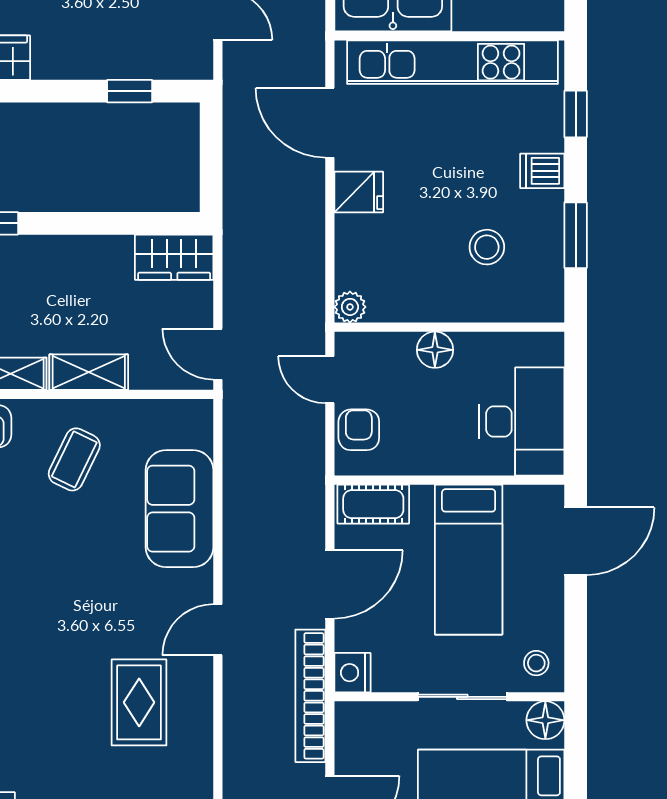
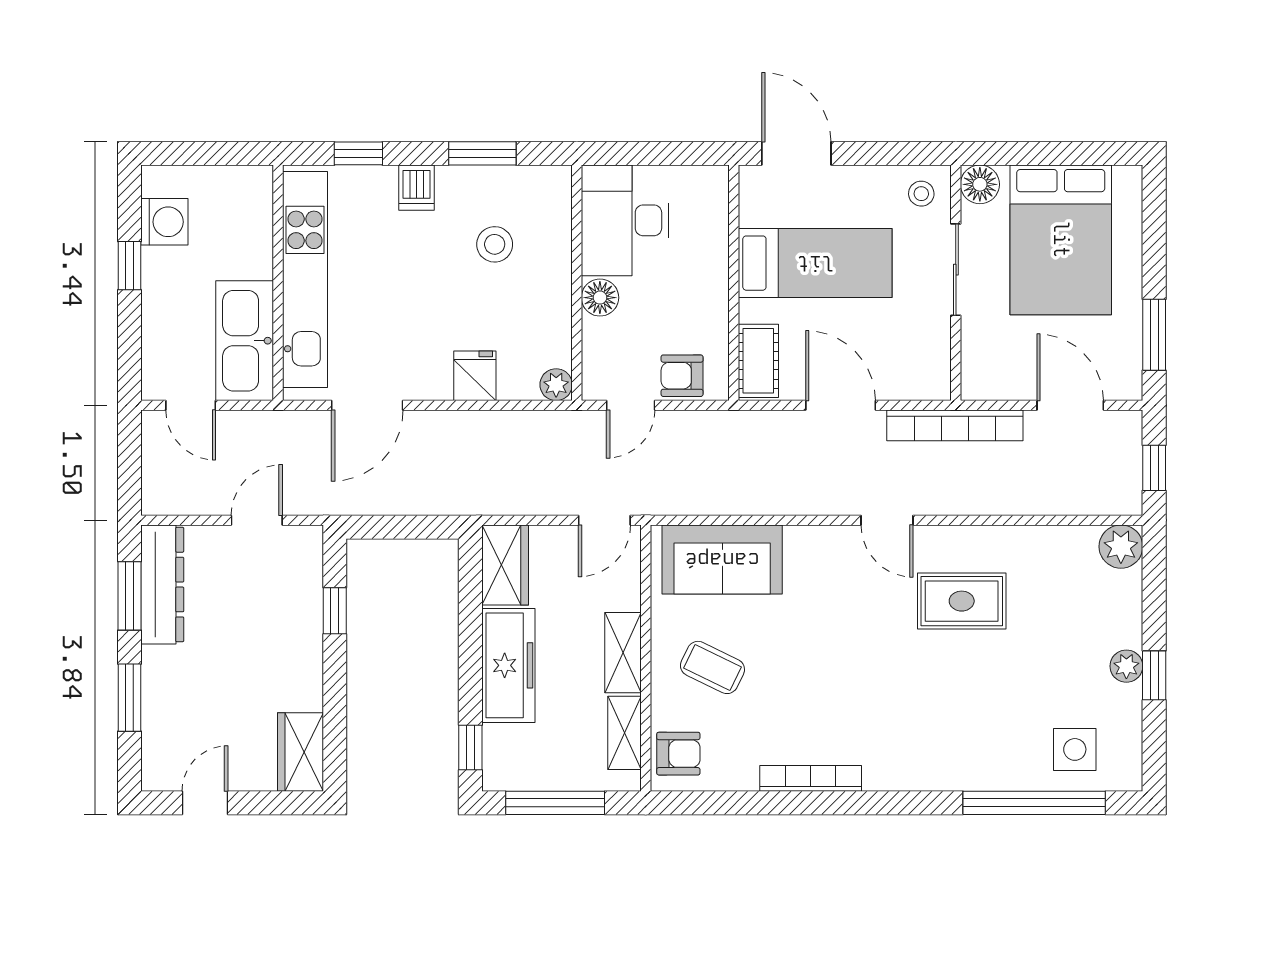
fridge: (359, 192) -> (475, 376), moved
freezer: (76, 260) -> (508, 665), added
desk: (522, 421) -> (625, 220), moved, turned -90
sofa: (180, 509) -> (722, 560), moved
nightstand: (352, 673) -> (931, 382), removed

